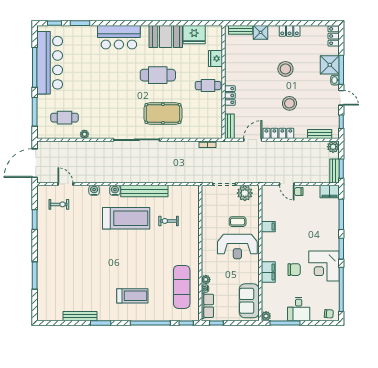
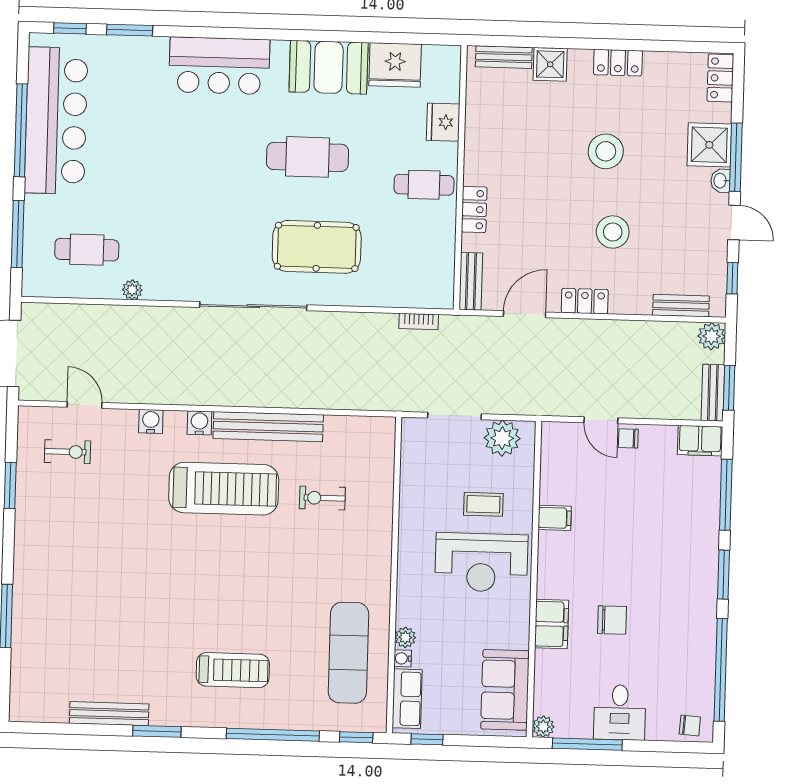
locker: (278, 133) -> (585, 301), width x0.66
corner desk: (324, 266) -> (682, 614), removed

